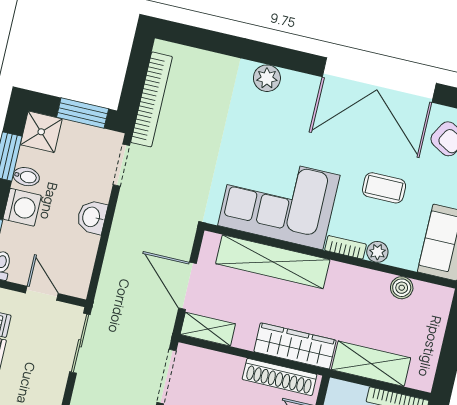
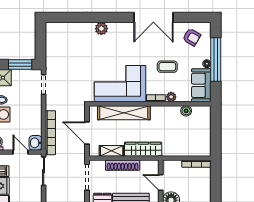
double door: (379, 80) -> (153, 17), width x0.73
bookcase: (152, 99) -> (50, 133), moved
washbasin: (92, 217) -> (35, 143), moved
shelving: (208, 329) -> (112, 151), moved
shelving: (371, 364) -> (180, 149), removed
shoe rack: (280, 377) -> (123, 165), moved

